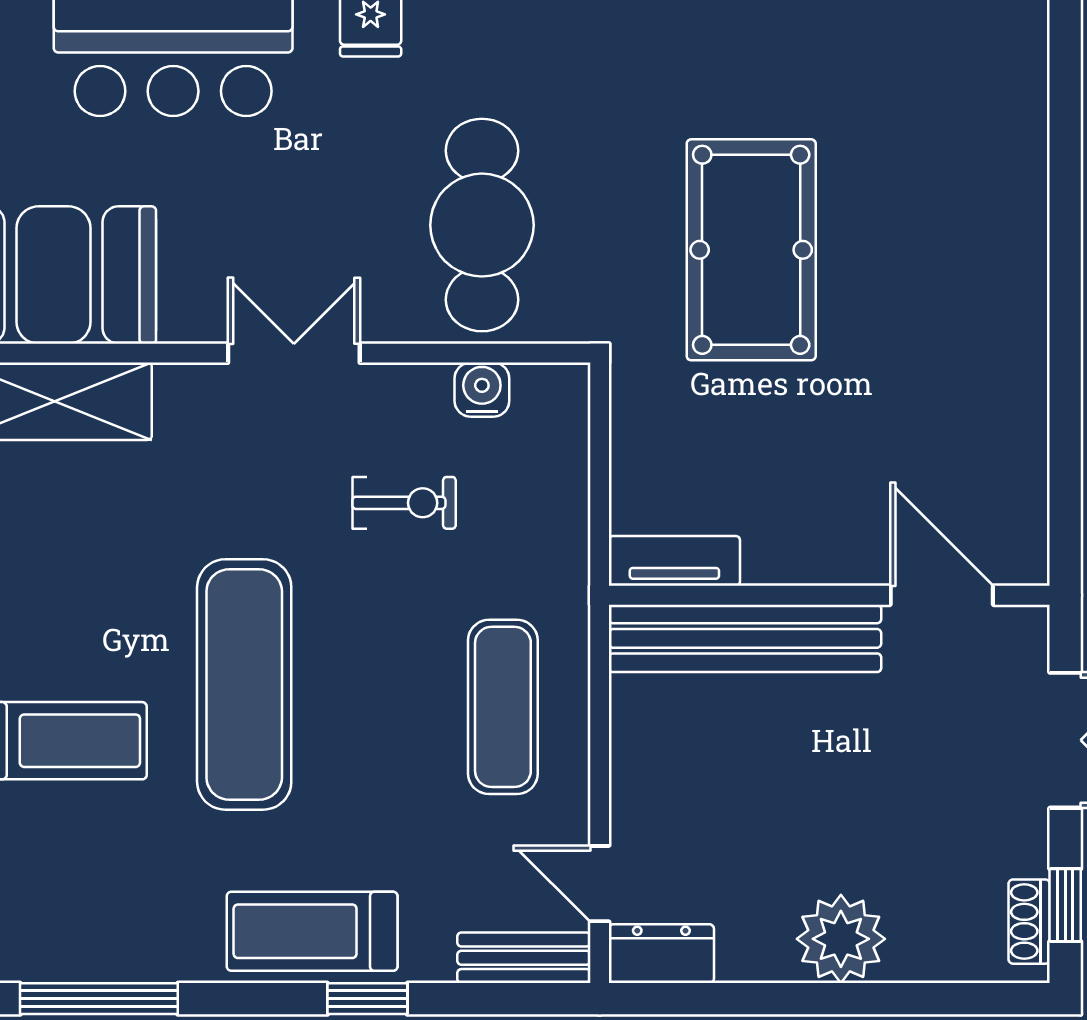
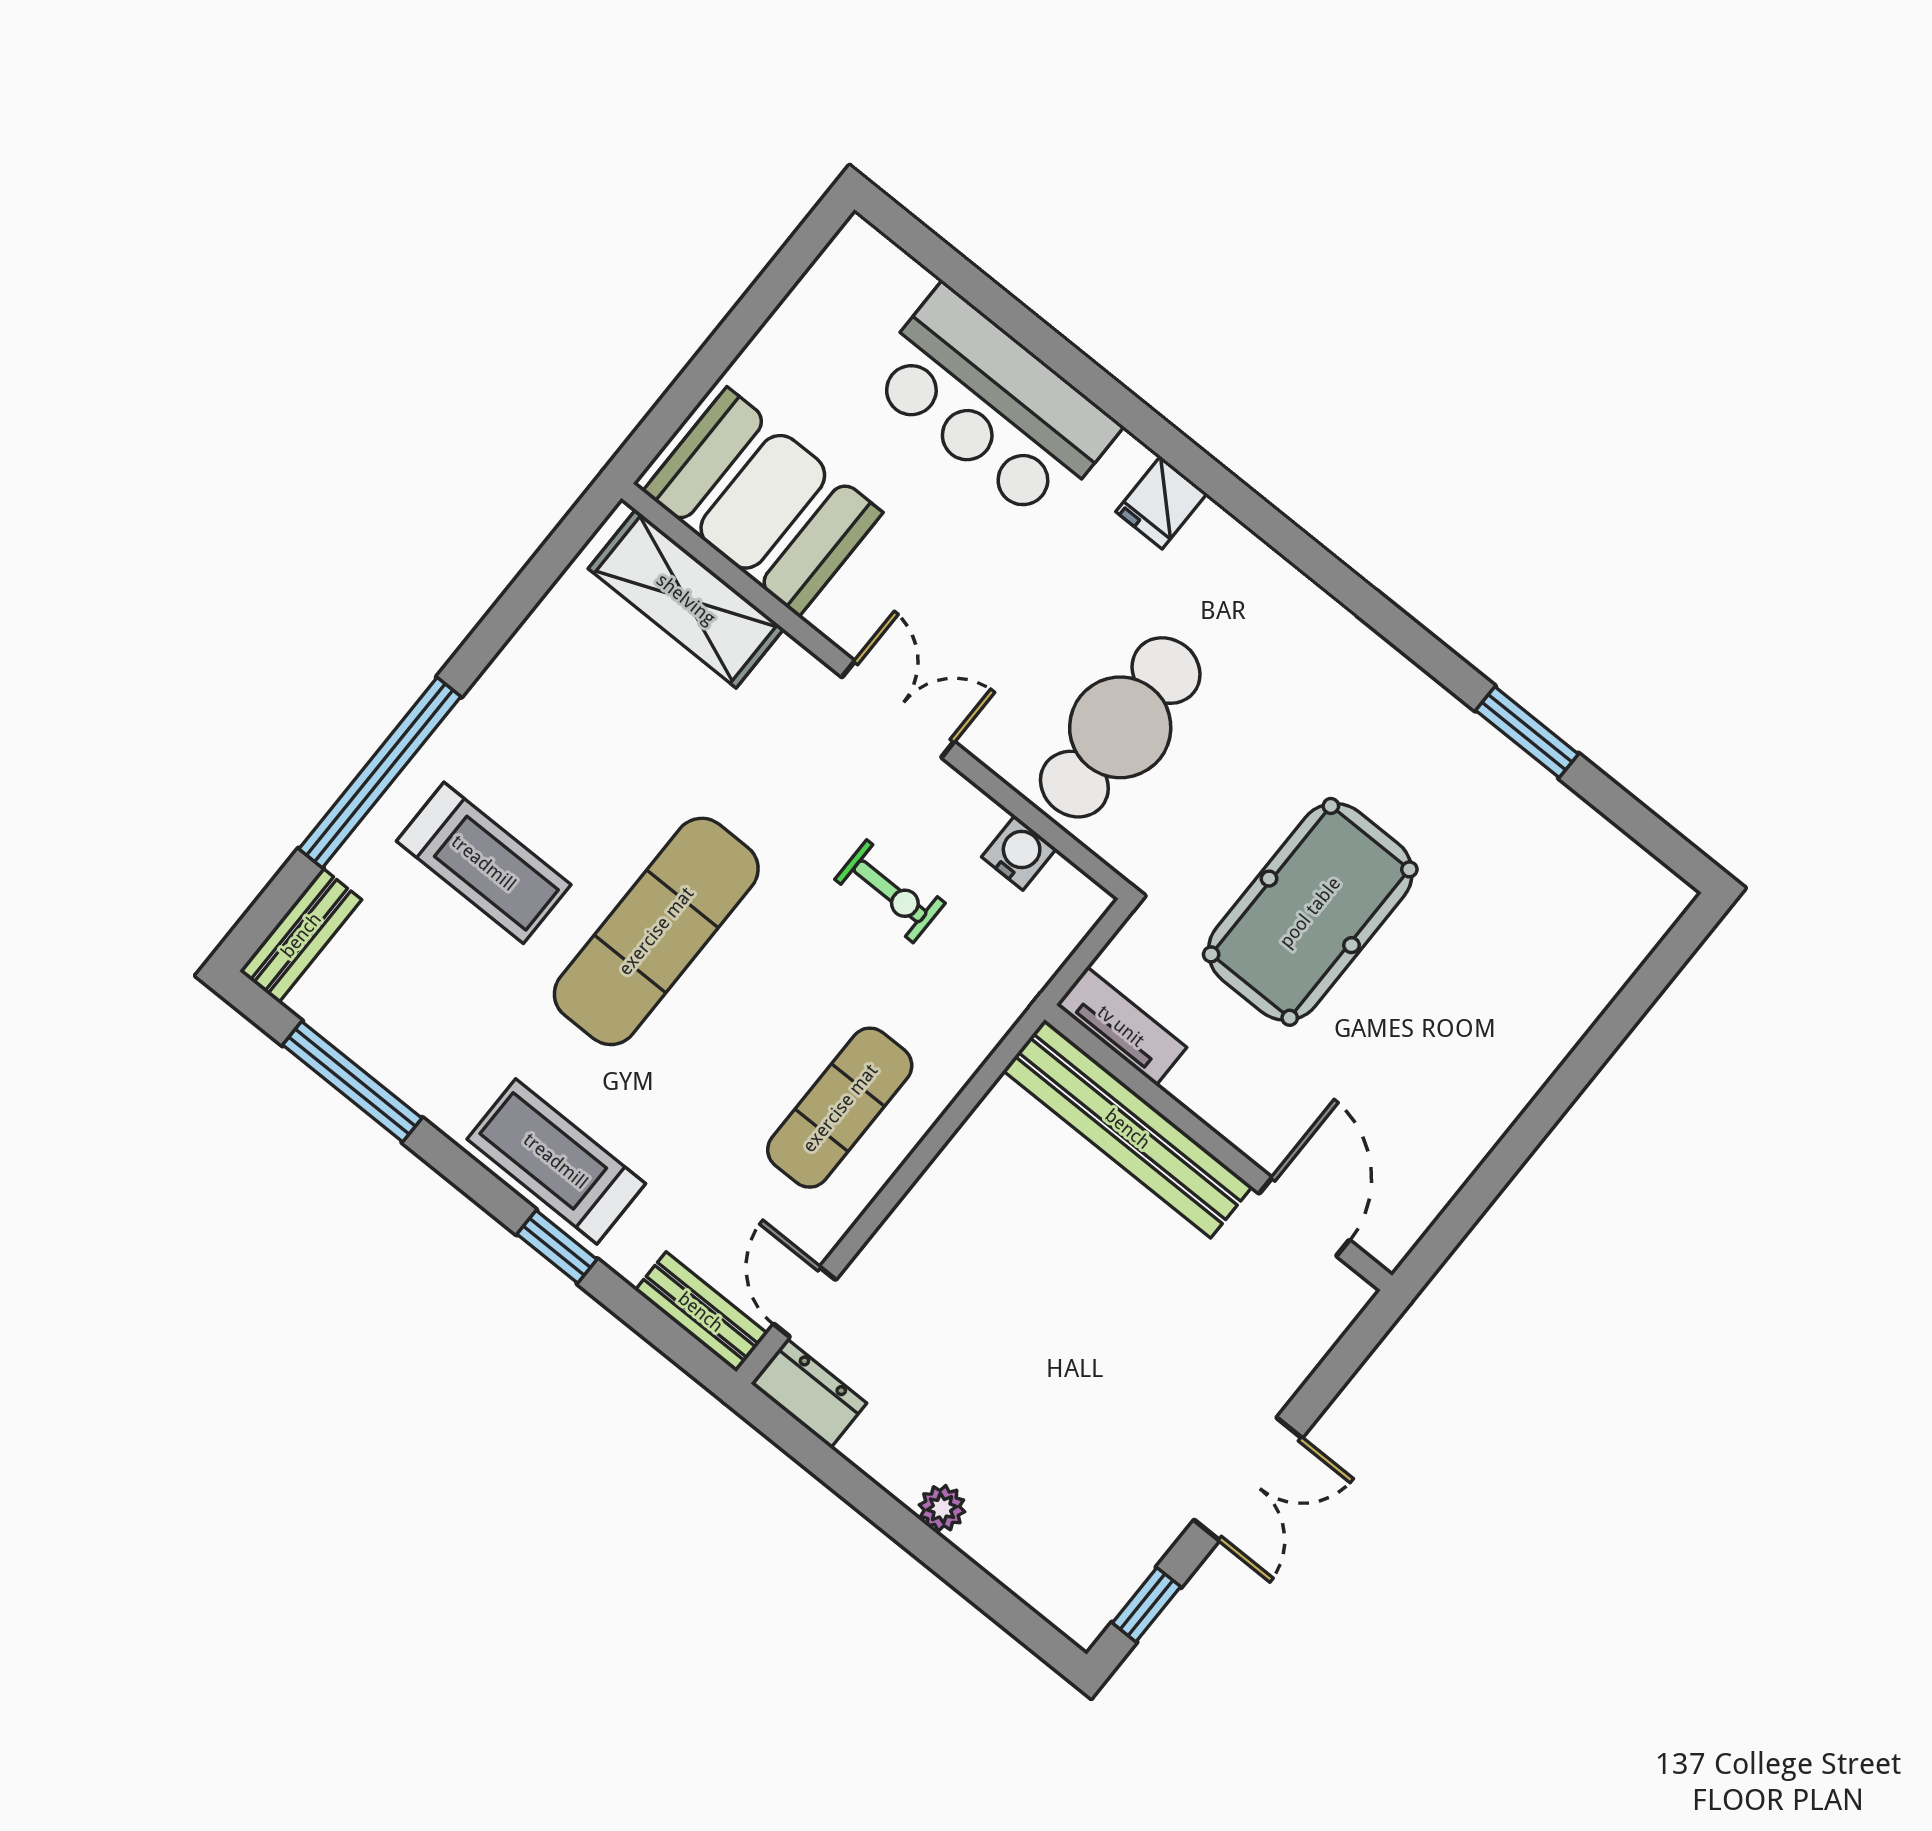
tv unit: (674, 561) -> (1121, 1026), moved
wall: (829, 595) -> (1218, 1148), moved
door: (942, 595) -> (1304, 1217), moved
bench: (745, 638) -> (1128, 1129), moved
shoe rack: (1029, 922) -> (1109, 1595), removed
plant: (841, 939) -> (942, 1508), width x0.53, depth x0.53

